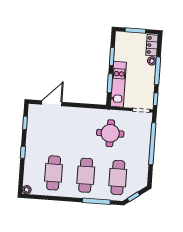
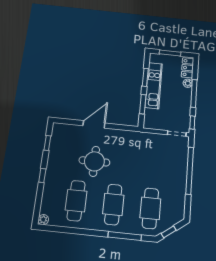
kitchen unit: (118, 84) -> (154, 85), moved
door: (52, 103) -> (94, 124), moved
round table: (110, 133) -> (94, 161), moved

